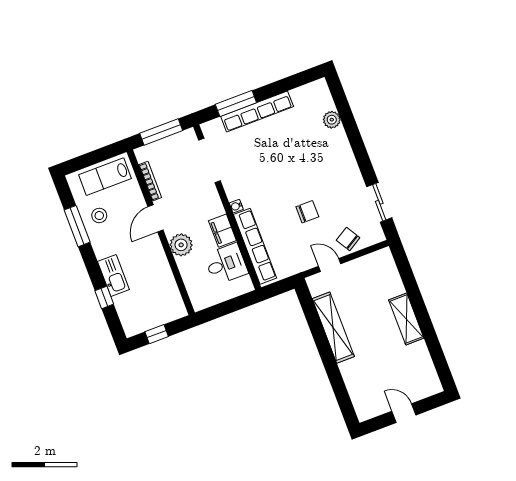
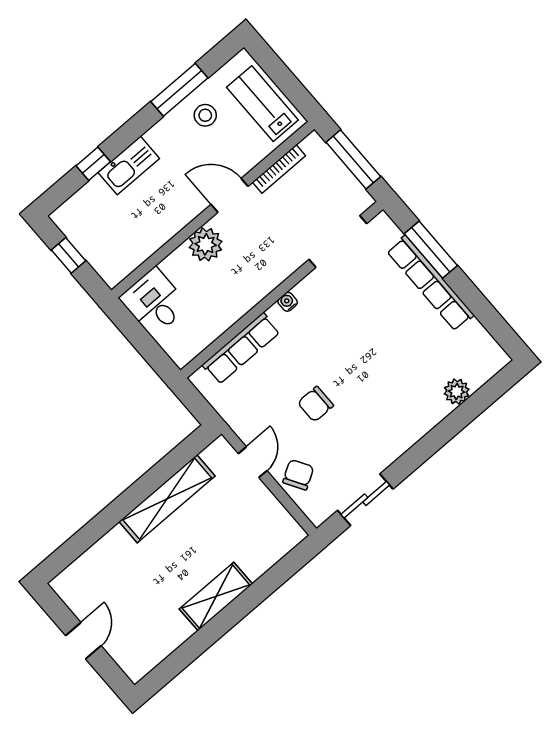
chair: (307, 212) -> (316, 404), turned 90
filing cabinet: (222, 231) -> (246, 295), removed
row of seats: (255, 246) -> (241, 348), width x0.73
desk: (226, 264) -> (154, 302), moved, turned 180

